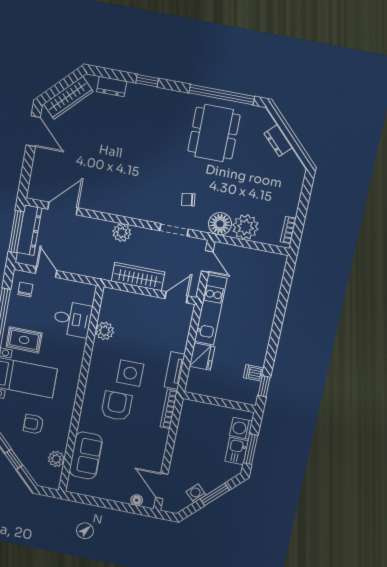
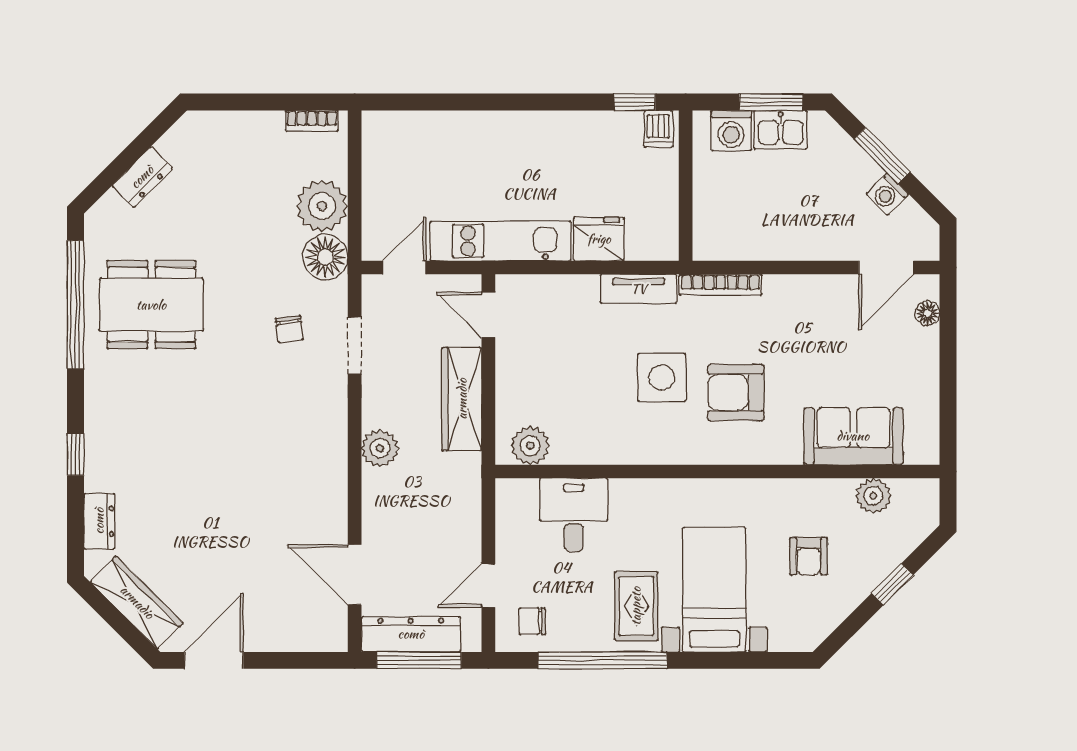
plant: (105, 331) -> (530, 446), moved
dishwasher: (254, 373) -> (658, 129), moved

